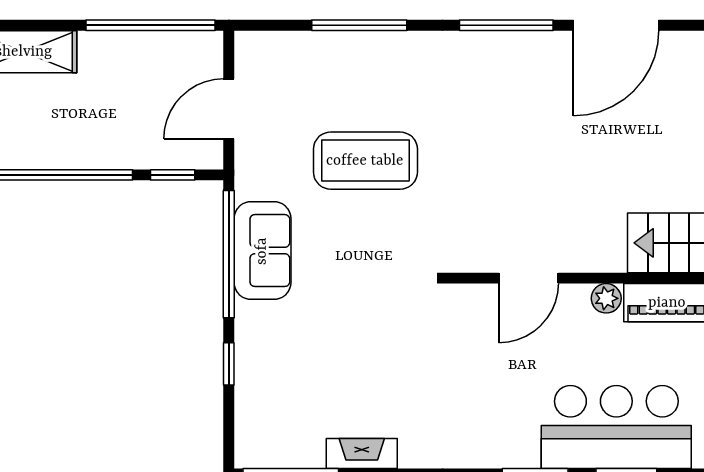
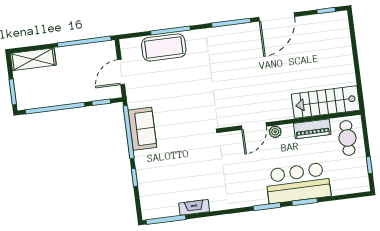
coffee table: (365, 161) -> (164, 47), moved
plant: (606, 298) -> (275, 132), moved

